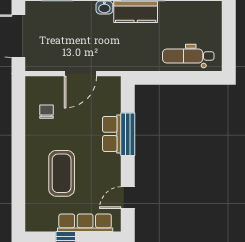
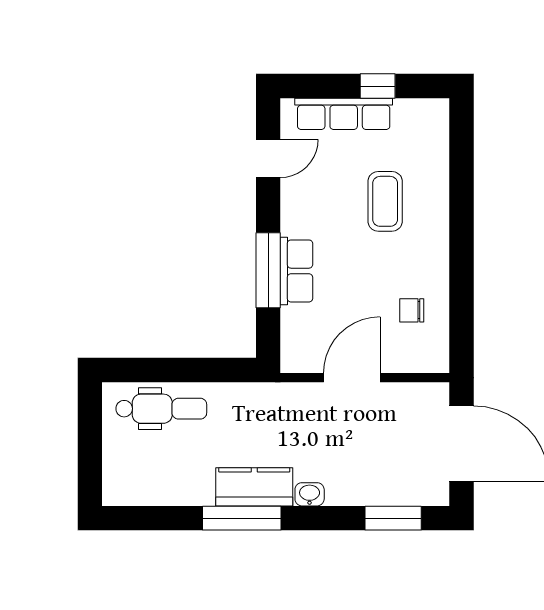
chair: (47, 112) -> (412, 310), turned 90
coffee table: (62, 173) -> (385, 201), width x0.73, depth x0.76

